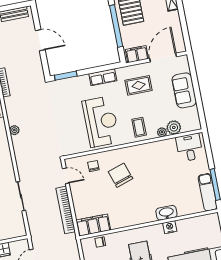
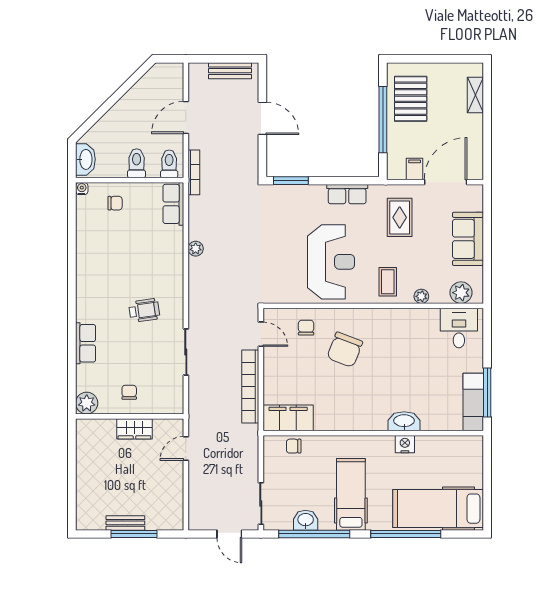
filing cabinet: (137, 54) -> (415, 169), width x0.50
rug: (139, 85) -> (400, 217), turned 90
plant: (174, 127) -> (461, 293), moved
chair: (120, 175) -> (345, 350), turned -141

